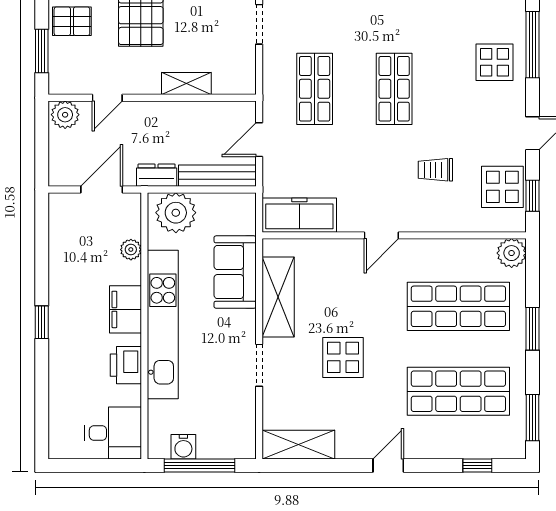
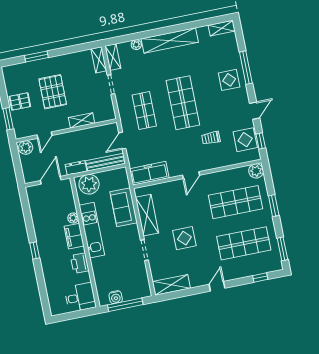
shop shelf: (394, 89) -> (183, 103), width x1.43, depth x1.36
plant: (131, 250) -> (73, 218), moved
kitchen unit: (163, 325) -> (92, 230), width x0.73

